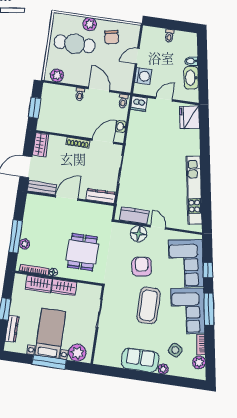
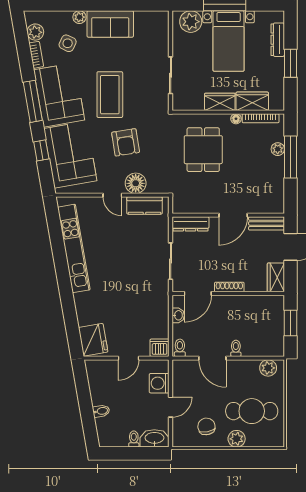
washbasin: (191, 78) -> (154, 438), moved, turned -80

